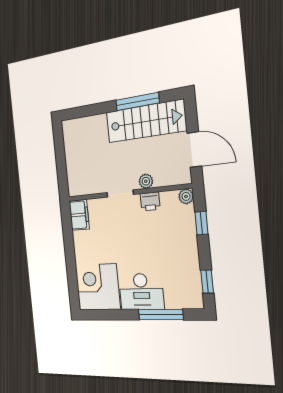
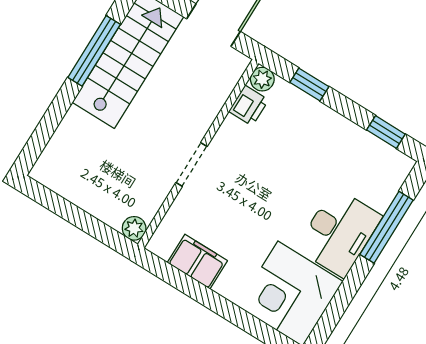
plant: (146, 181) -> (134, 228), moved
printer: (150, 201) -> (249, 106), moved
filing cabinet: (79, 215) -> (197, 262), moved

